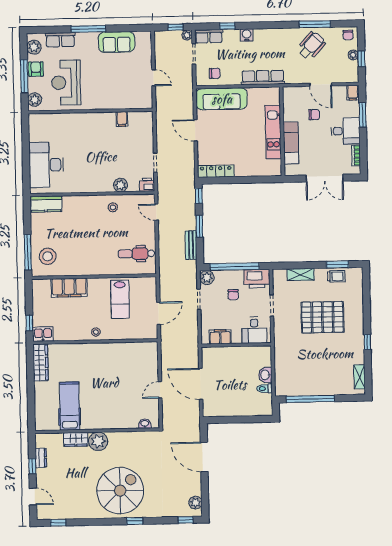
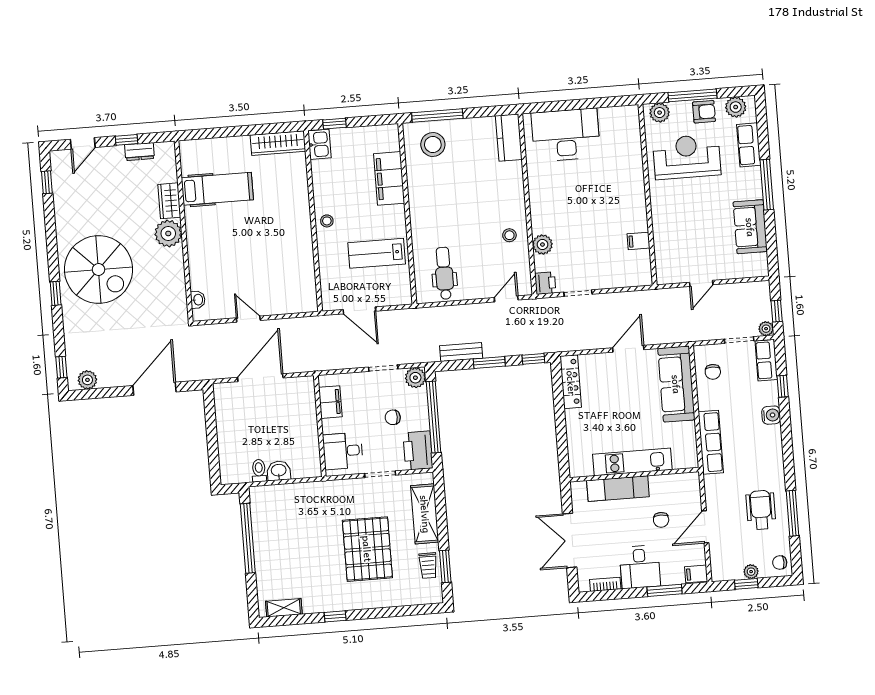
wheelchair: (311, 46) -> (761, 510), turned -132
shelving: (301, 274) -> (425, 514), width x1.50, depth x1.33

